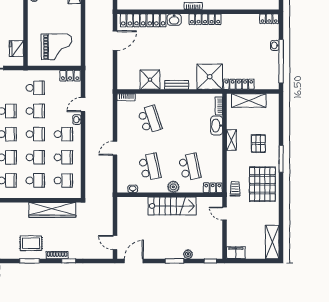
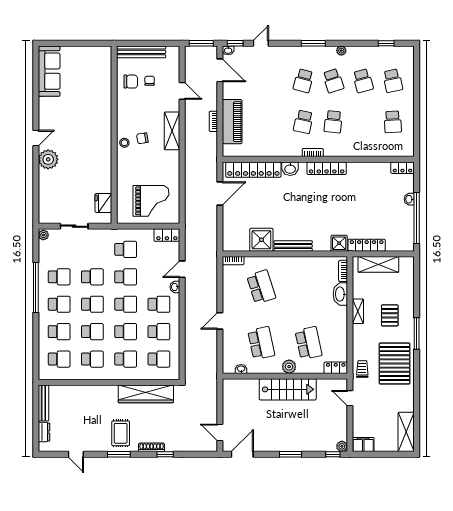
shower: (210, 77) -> (339, 243), width x0.54, depth x0.54
bench: (177, 85) -> (293, 246), width x1.36
rug: (31, 243) -> (121, 433), turned 90
plant: (188, 254) -> (342, 446), moved

